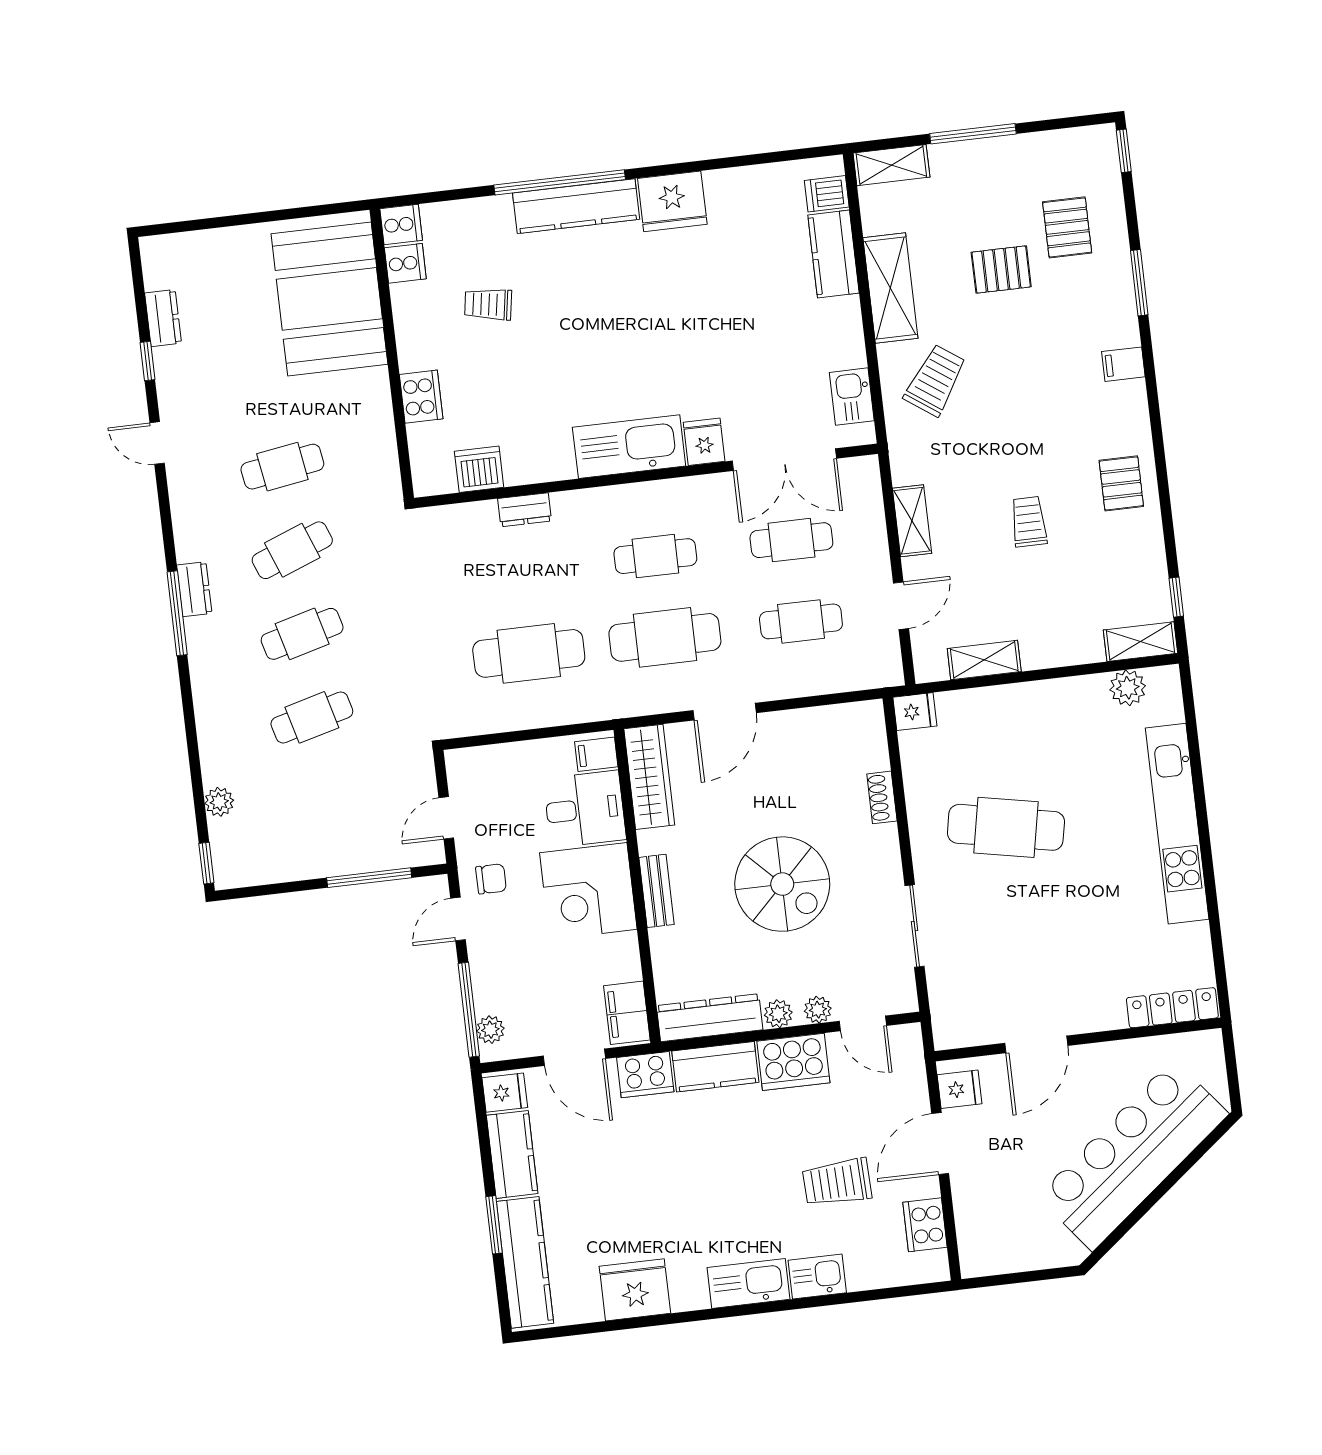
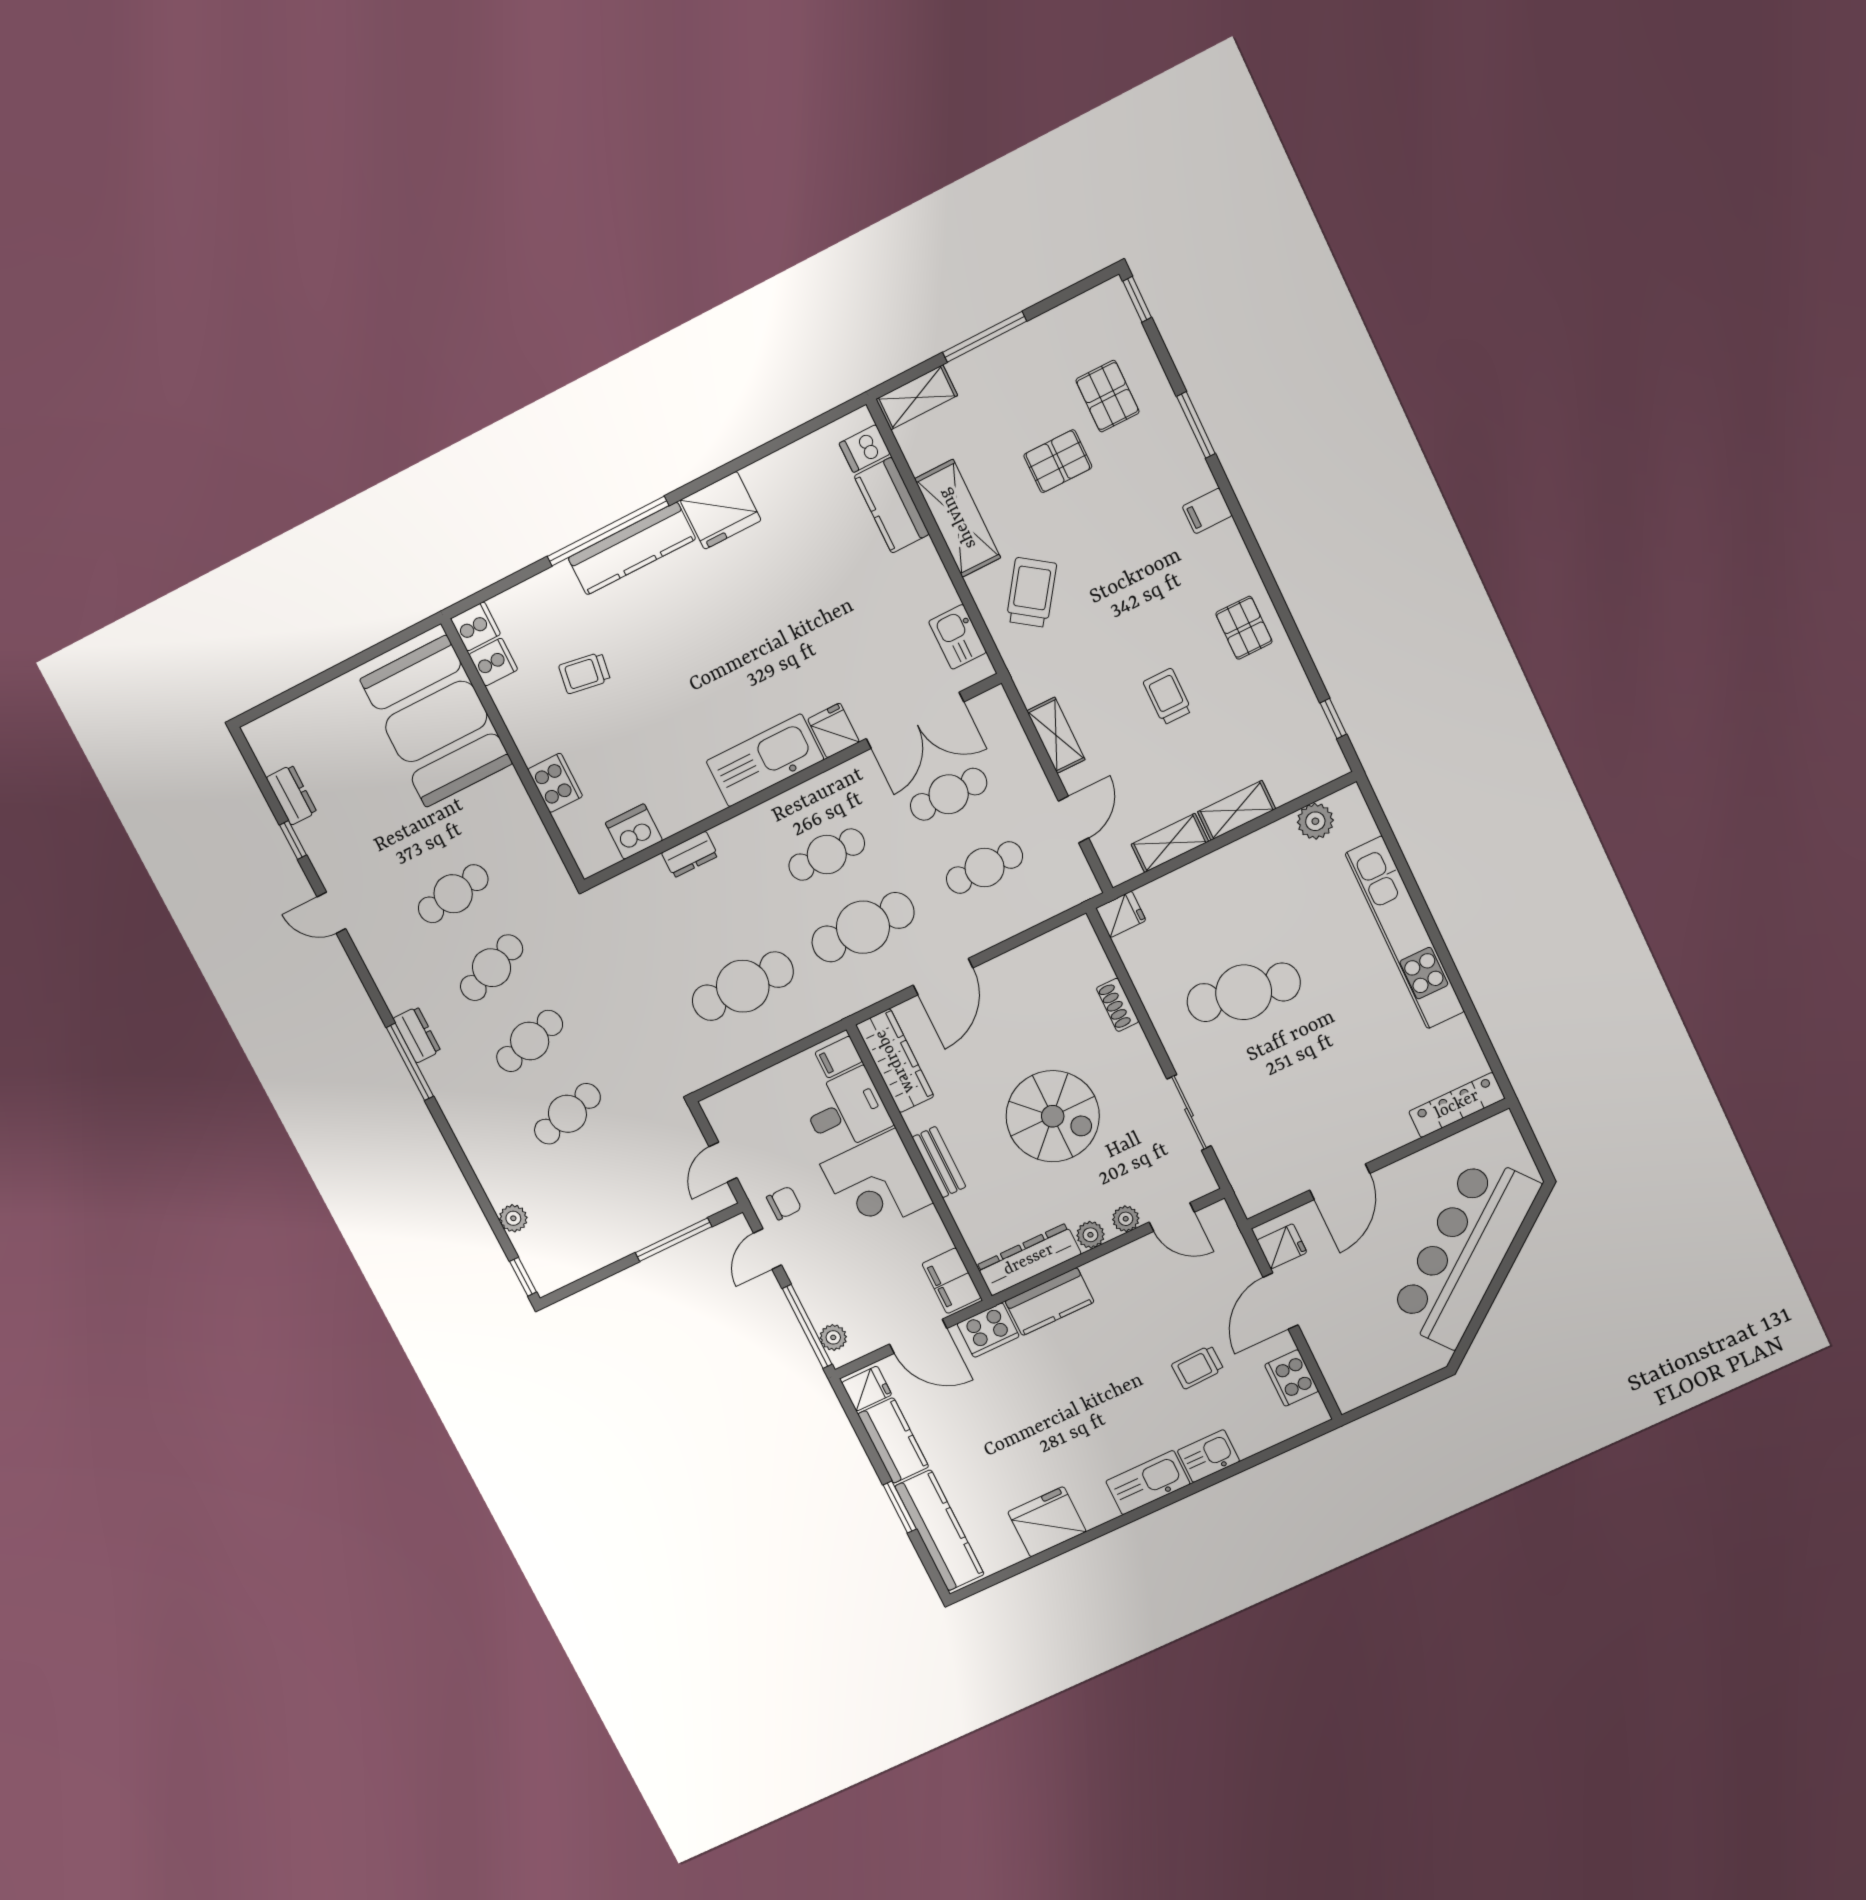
shelving: (1140, 642) -> (1237, 810), moved
cooker: (793, 1062) -> (1120, 1273), removed
trolley: (837, 1182) -> (1198, 1367), width x0.73, depth x0.72

